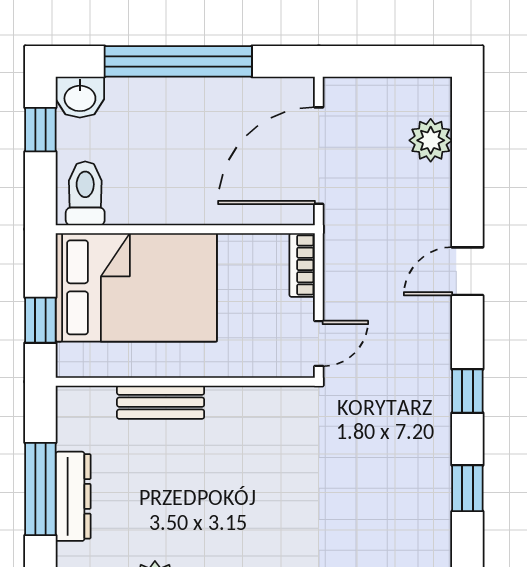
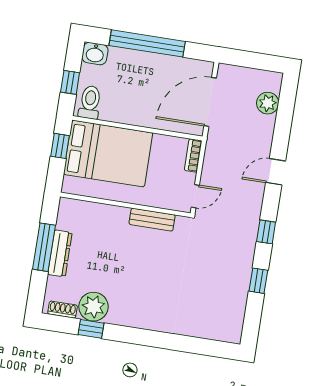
window: (40, 130) -> (70, 82), moved
window: (40, 320) -> (60, 146), moved
bench: (161, 402) -> (152, 220), moved

